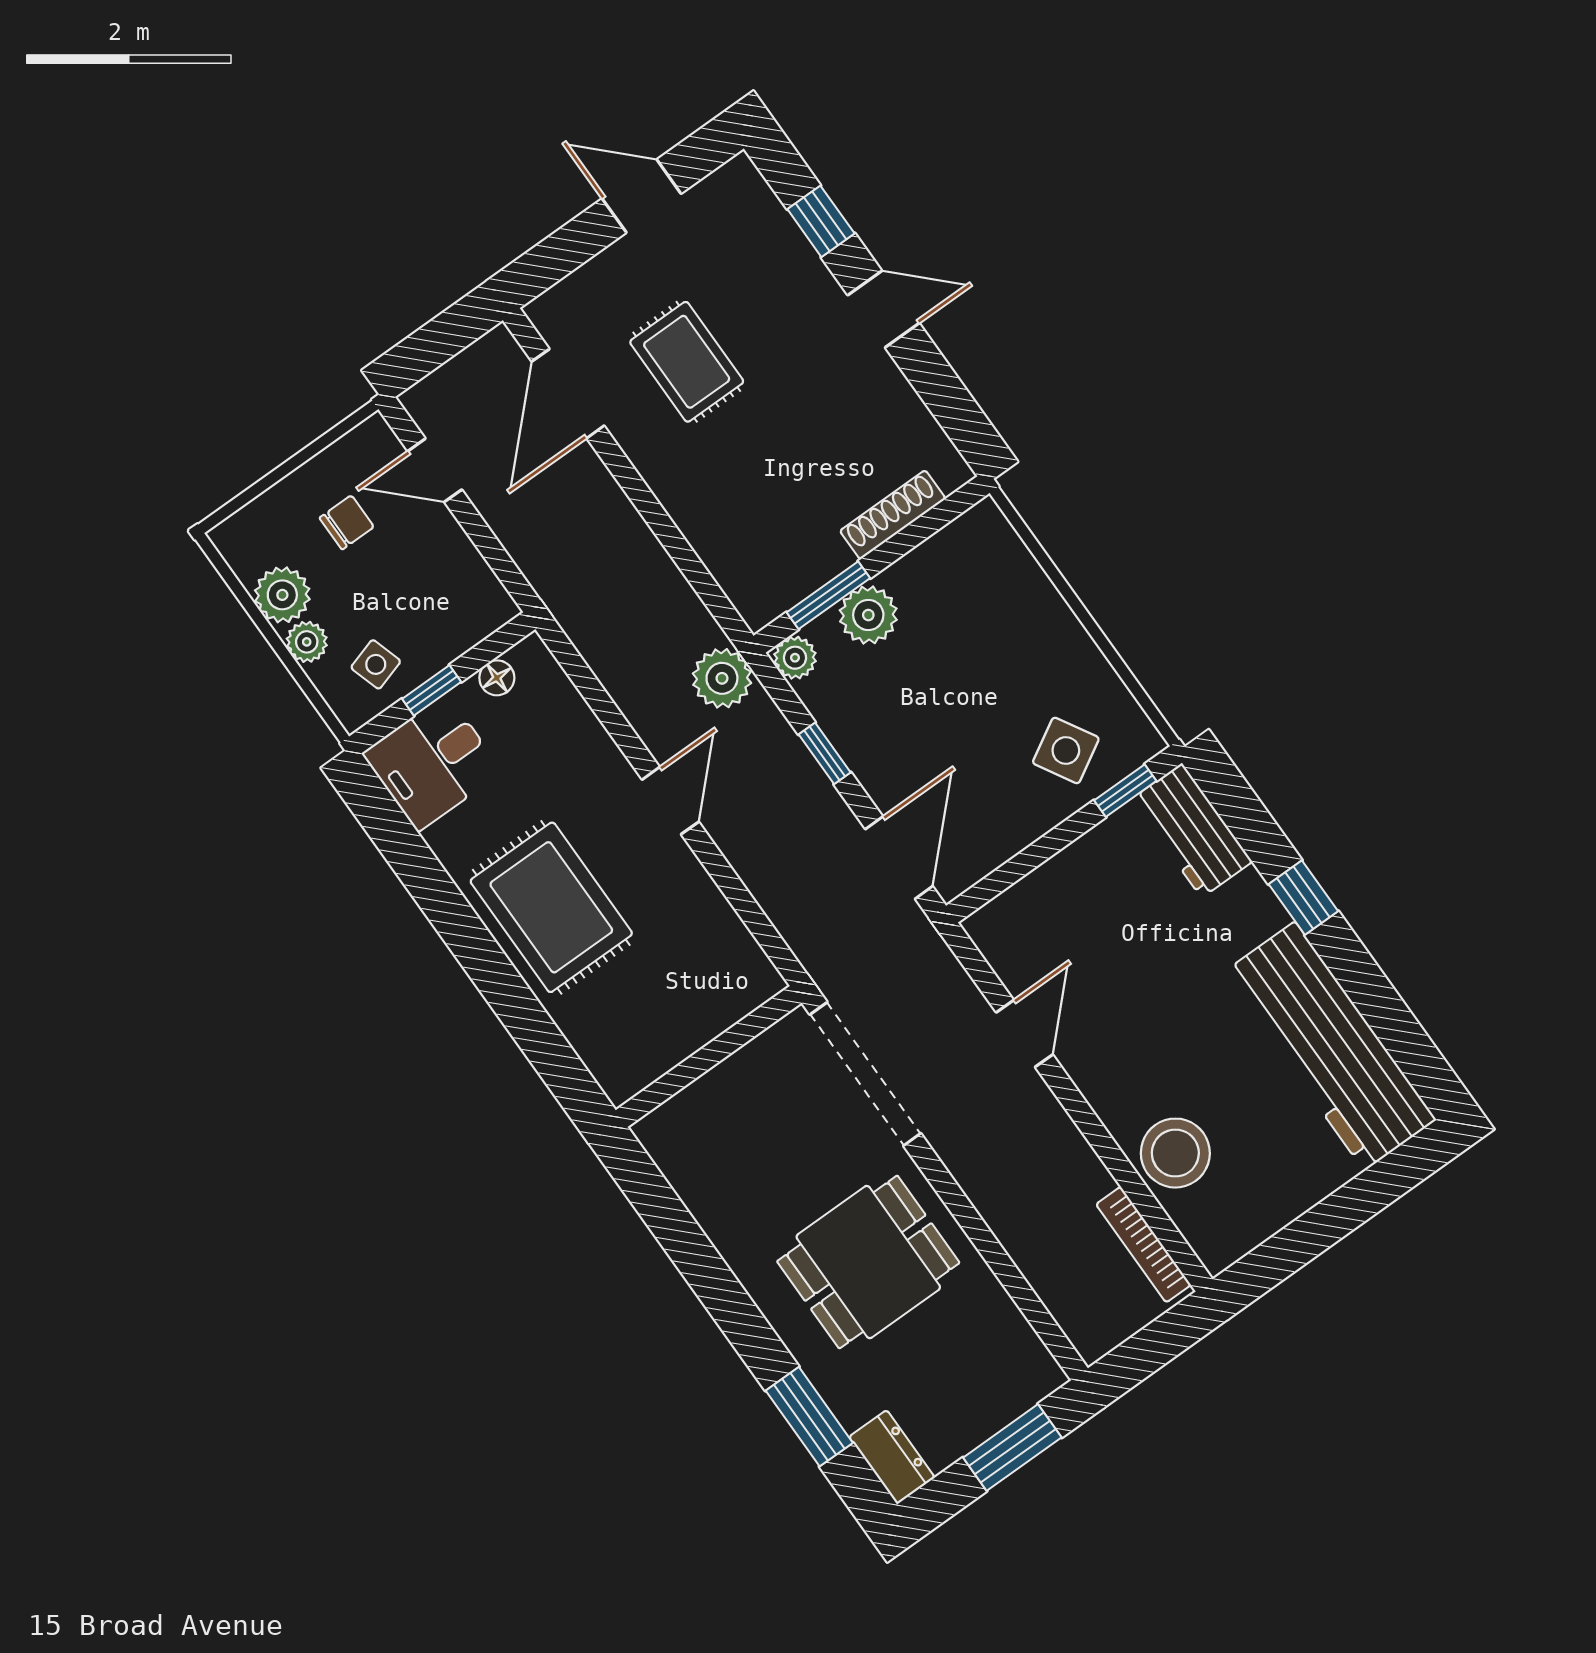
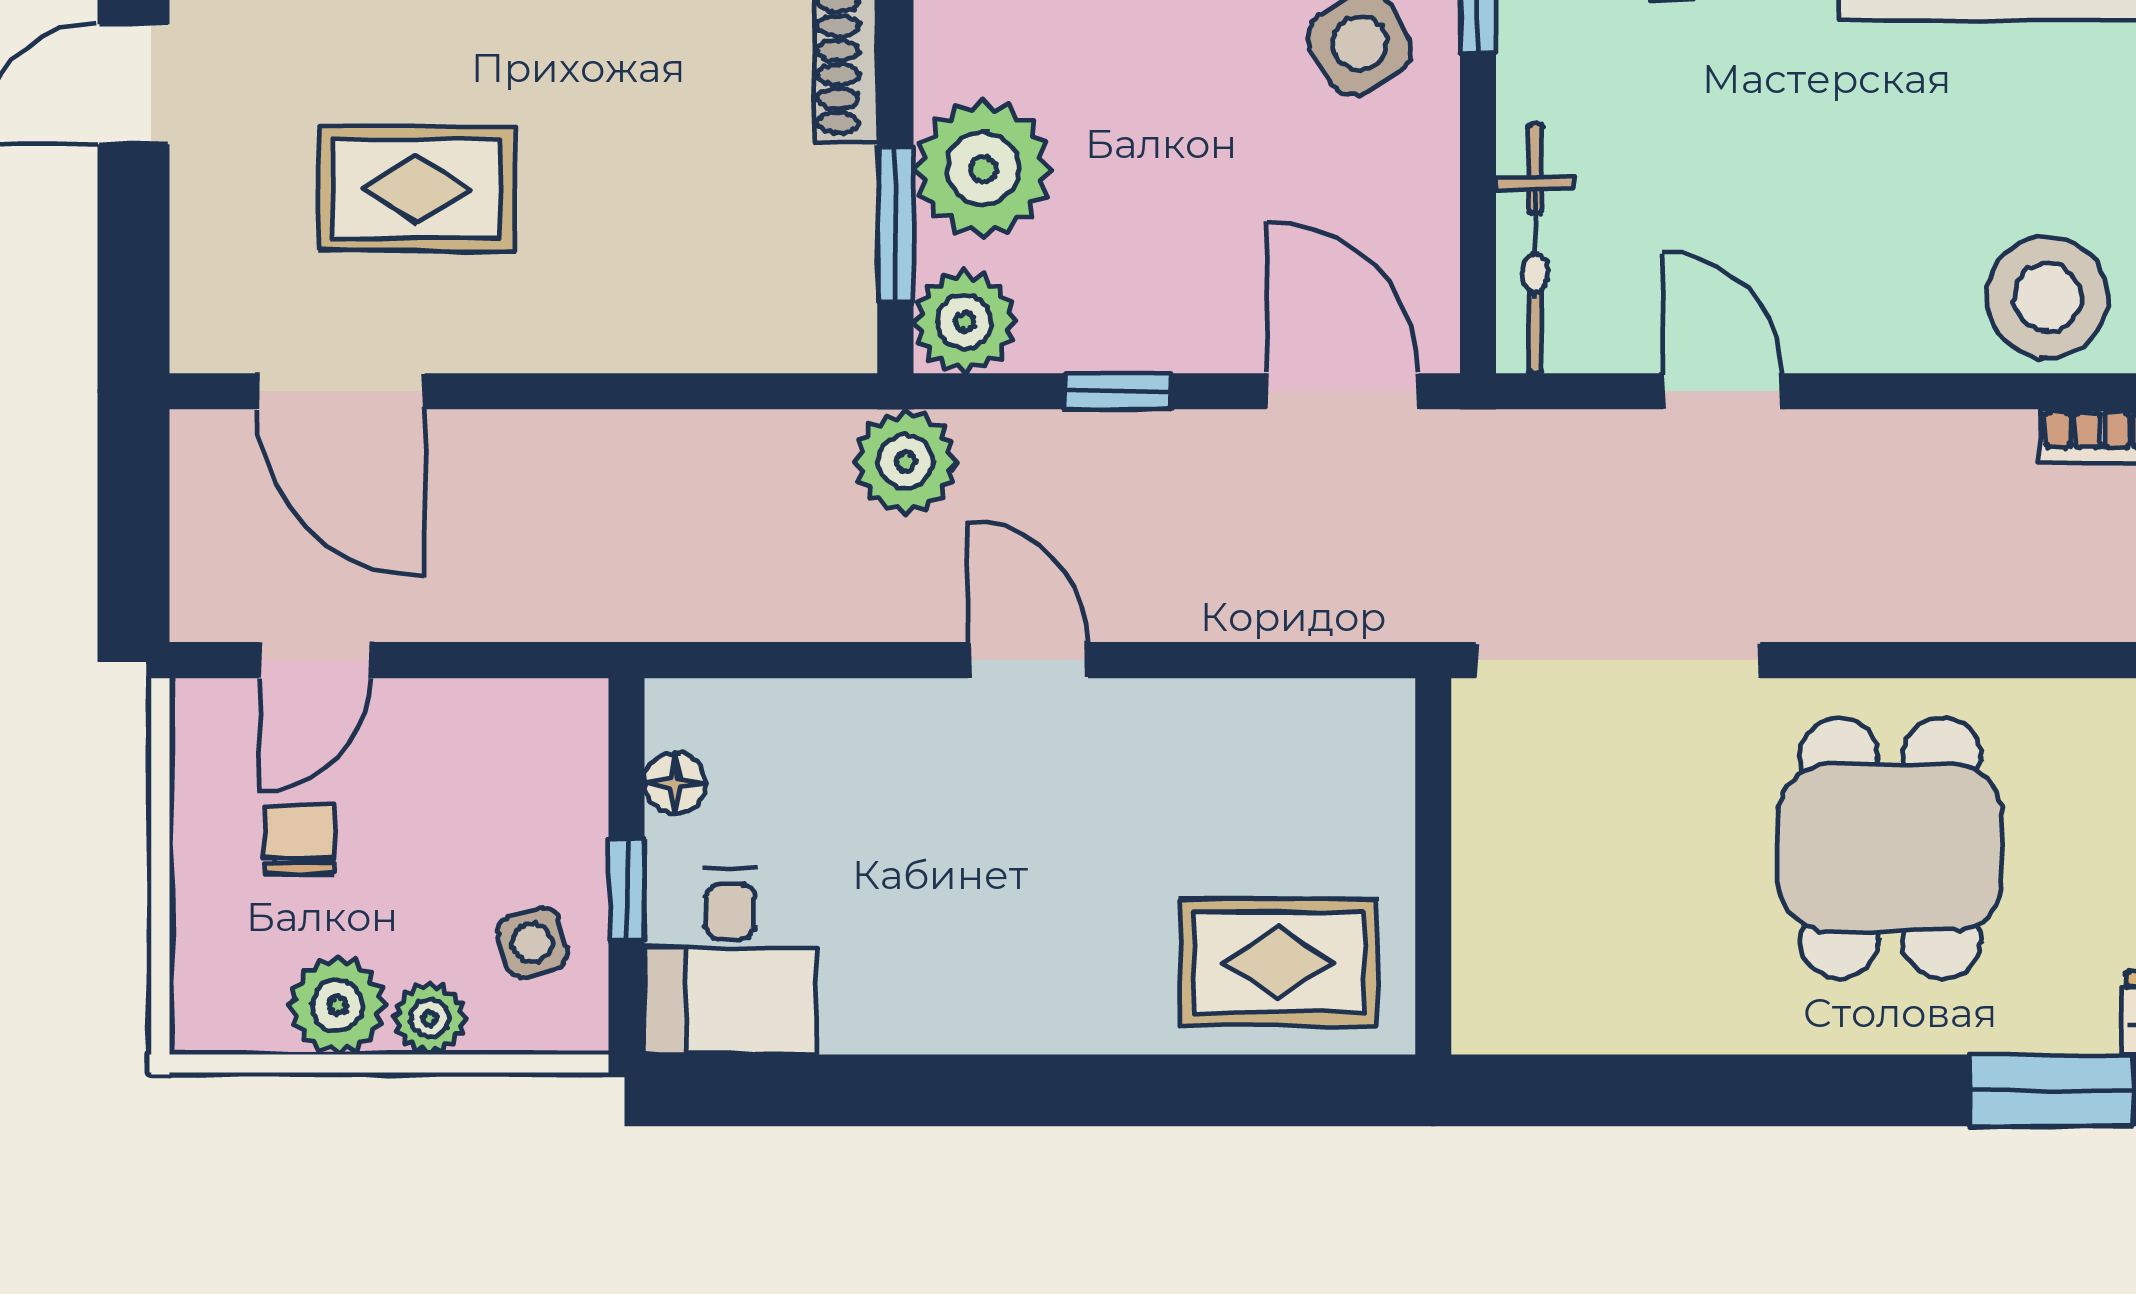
plant: (868, 615) -> (983, 169), width x1.36, depth x1.36
plant: (795, 658) -> (965, 322), width x1.38, depth x1.38
bicycle: (1029, 900) -> (1535, 249), added
rug: (551, 907) -> (1279, 962), moved, width x0.73, depth x0.70

